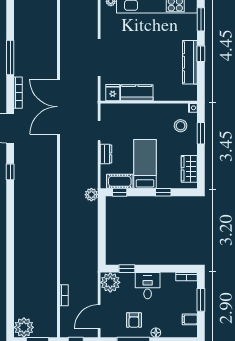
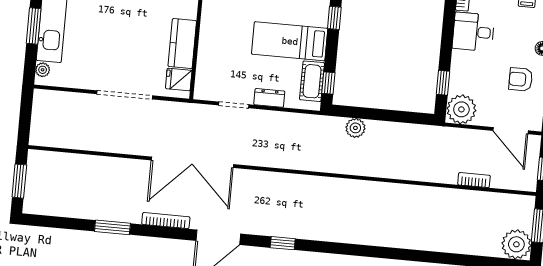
window: (10, 58) -> (112, 227), width x0.69
plant: (91, 195) -> (355, 128), moved
desk: (148, 286) -> (473, 32), moved
armchair: (134, 320) -> (521, 79), turned 180

